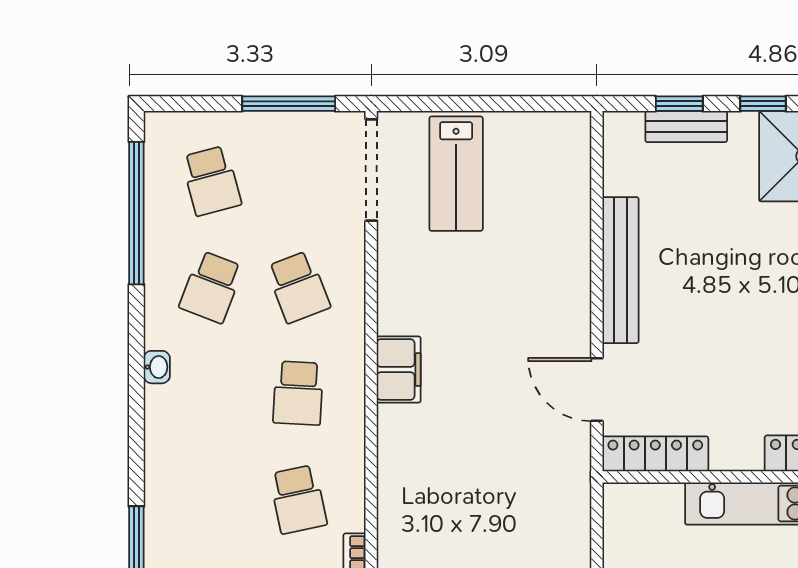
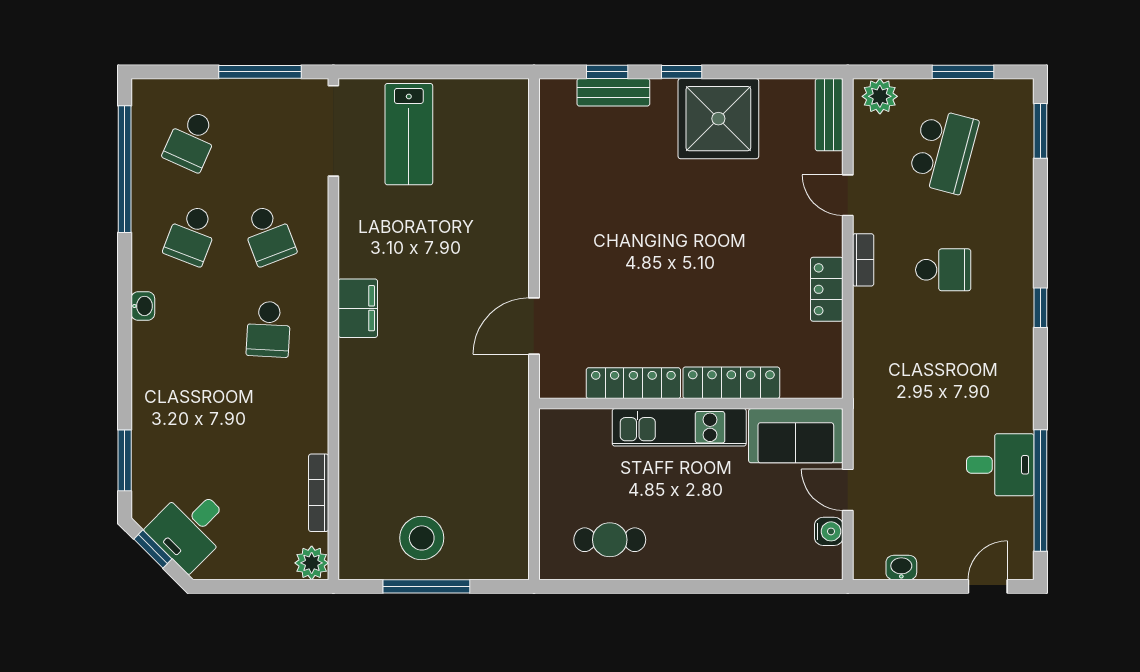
school desk: (211, 181) -> (191, 140), turned 39
bench: (620, 270) -> (555, 220), removed
door: (597, 390) -> (534, 326), hinge flipped
locker: (655, 454) -> (633, 383), moved
school desk: (298, 499) -> (268, 424), removed

